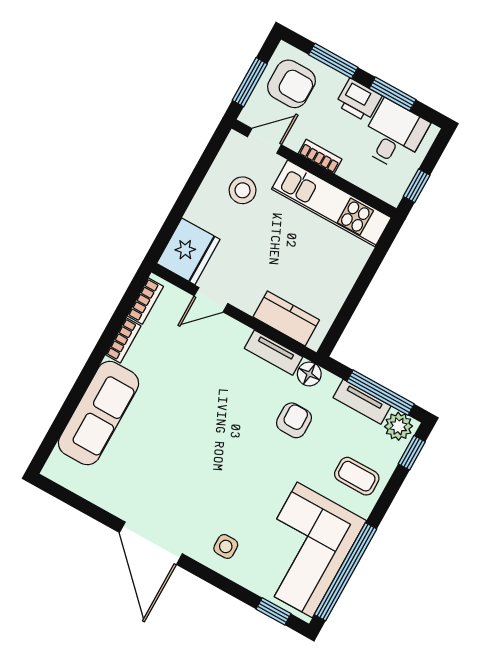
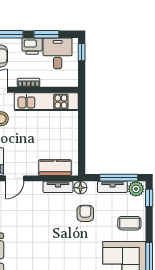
window: (417, 186) -> (82, 52), moved

